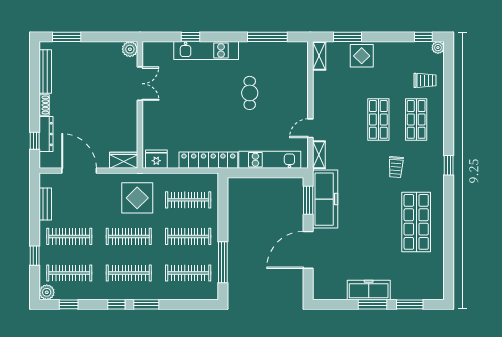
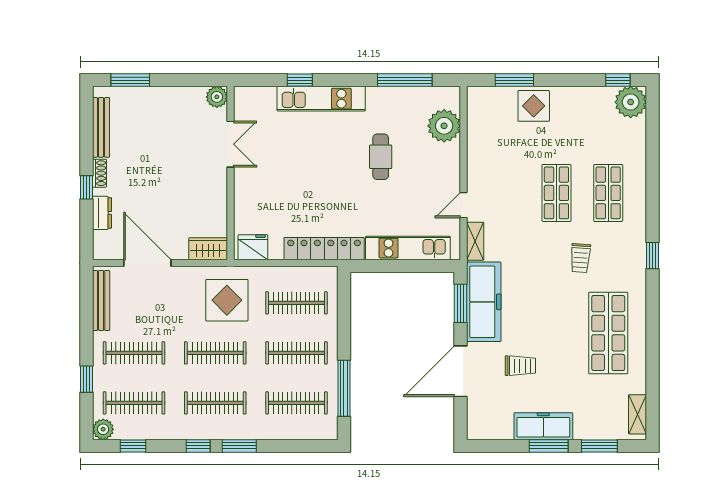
plant: (438, 48) -> (631, 102), width x1.88, depth x1.88
shelving: (319, 56) -> (638, 414), moved
plant: (296, 70) -> (444, 126), added
trolley: (425, 80) -> (520, 366), moved
dresser: (46, 134) -> (102, 213), width x0.70
window: (35, 141) -> (86, 187), moved
bench: (45, 204) -> (101, 300), width x1.36

